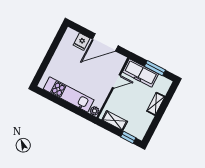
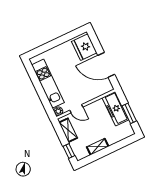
fridge: (82, 42) -> (84, 47), width x1.88, depth x1.34
door: (116, 81) -> (76, 109), moved
shelving: (156, 104) -> (98, 147), moved

